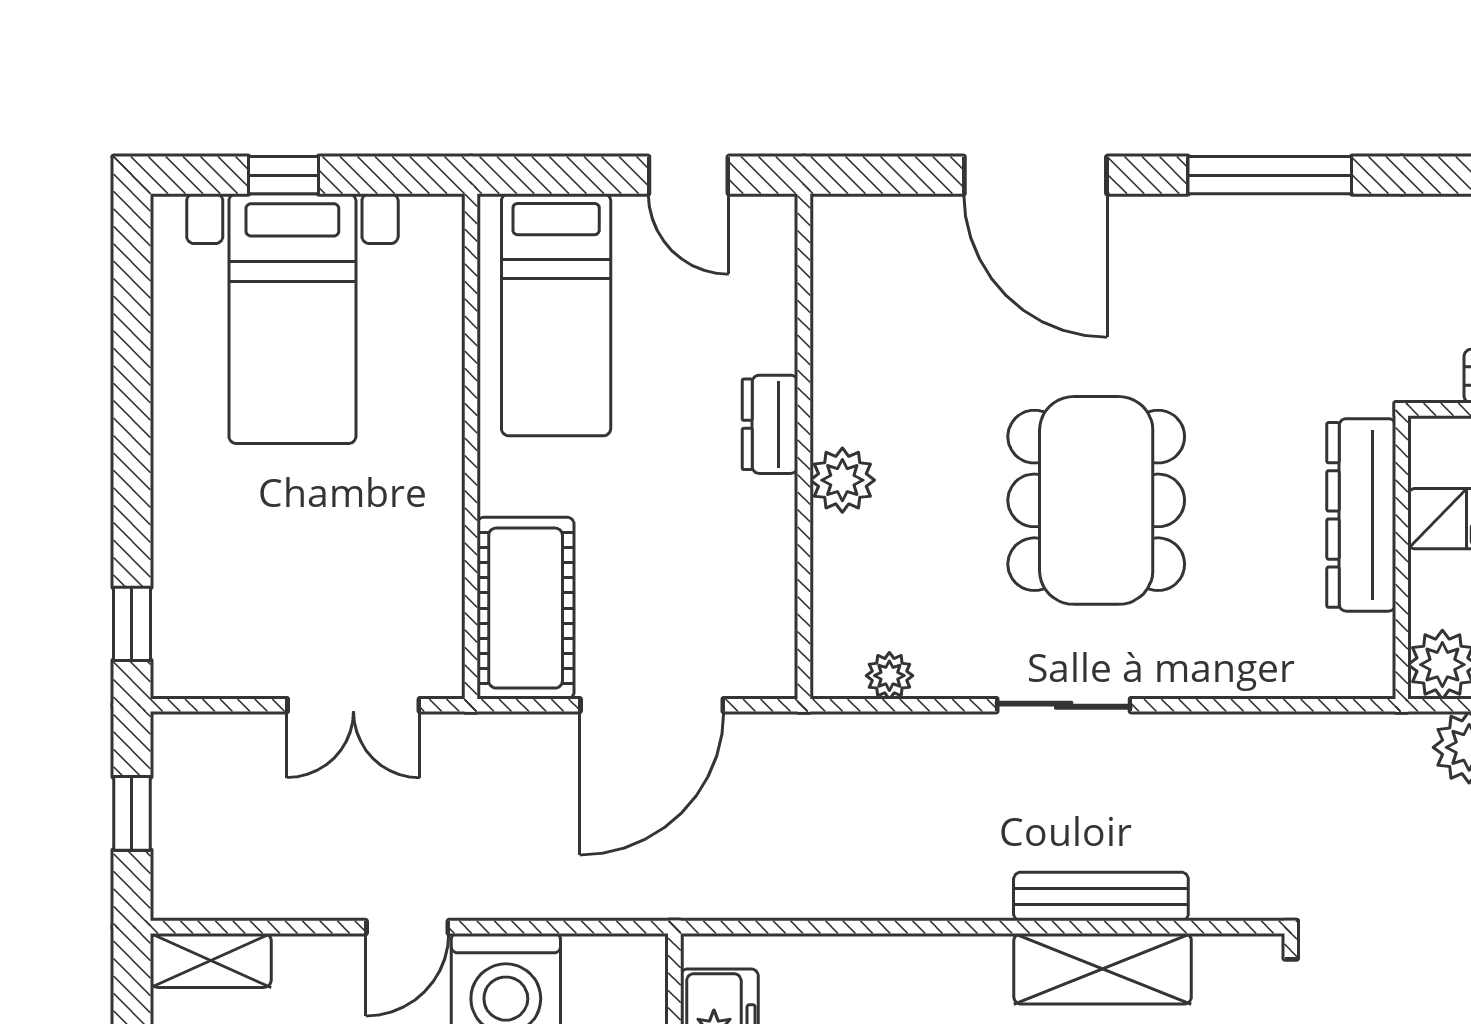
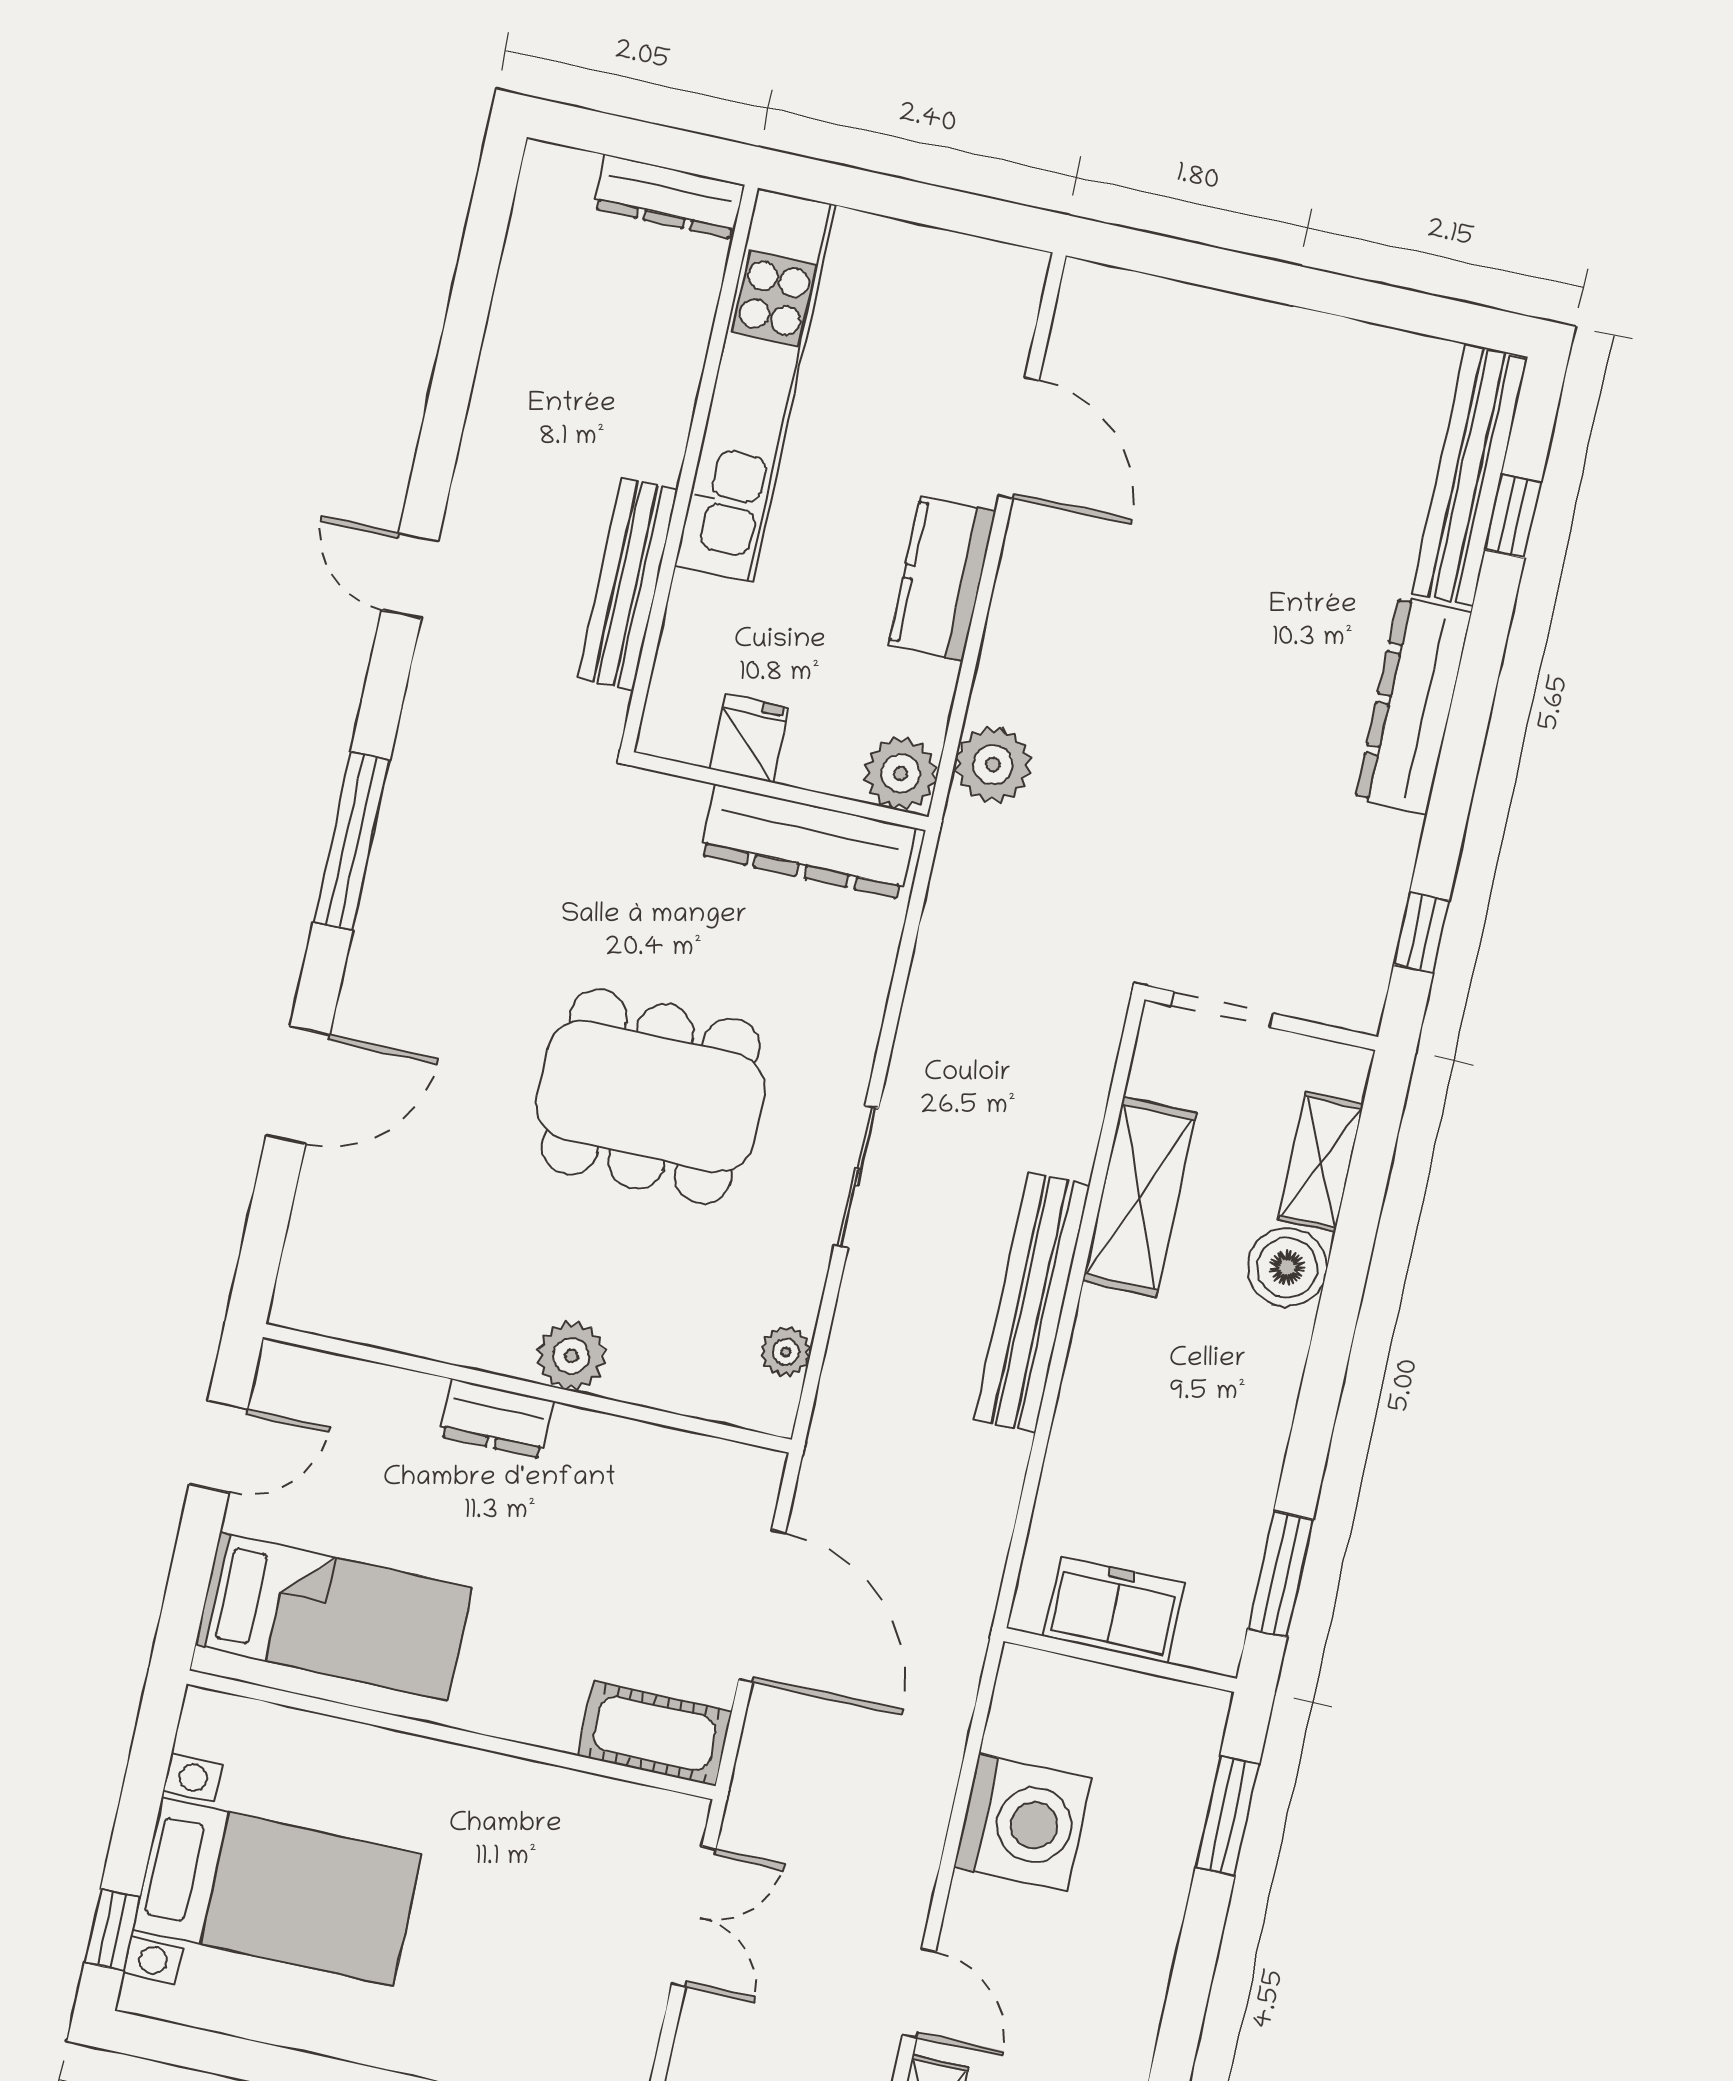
window: (284, 175) -> (112, 1930), moved
door: (1035, 175) -> (298, 1085), width x0.73
dresser: (1361, 515) -> (808, 842), moved
cot: (526, 608) -> (655, 1734), width x0.73, depth x0.75
bench: (1101, 897) -> (1032, 1302), moved, width x1.37, depth x1.21
door: (407, 927) -> (919, 1993), moved

